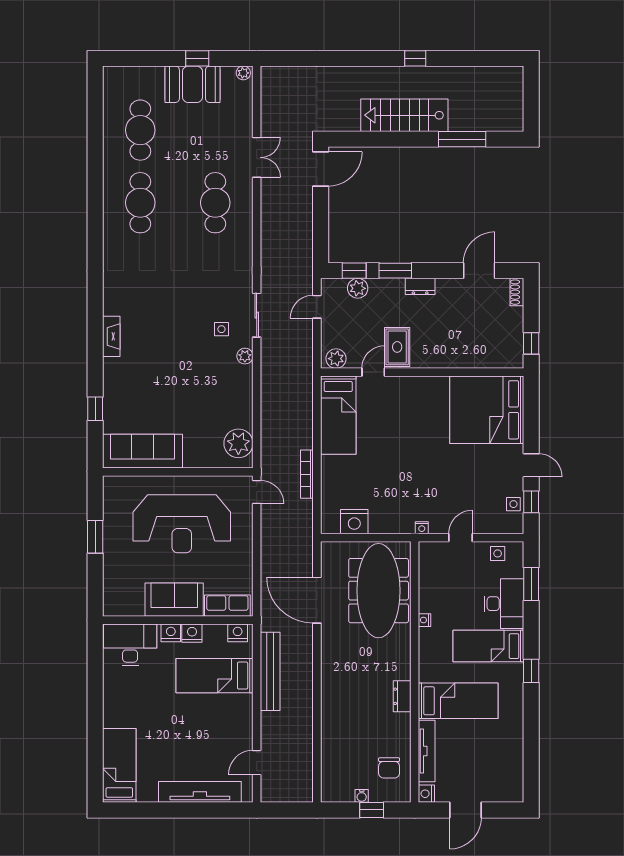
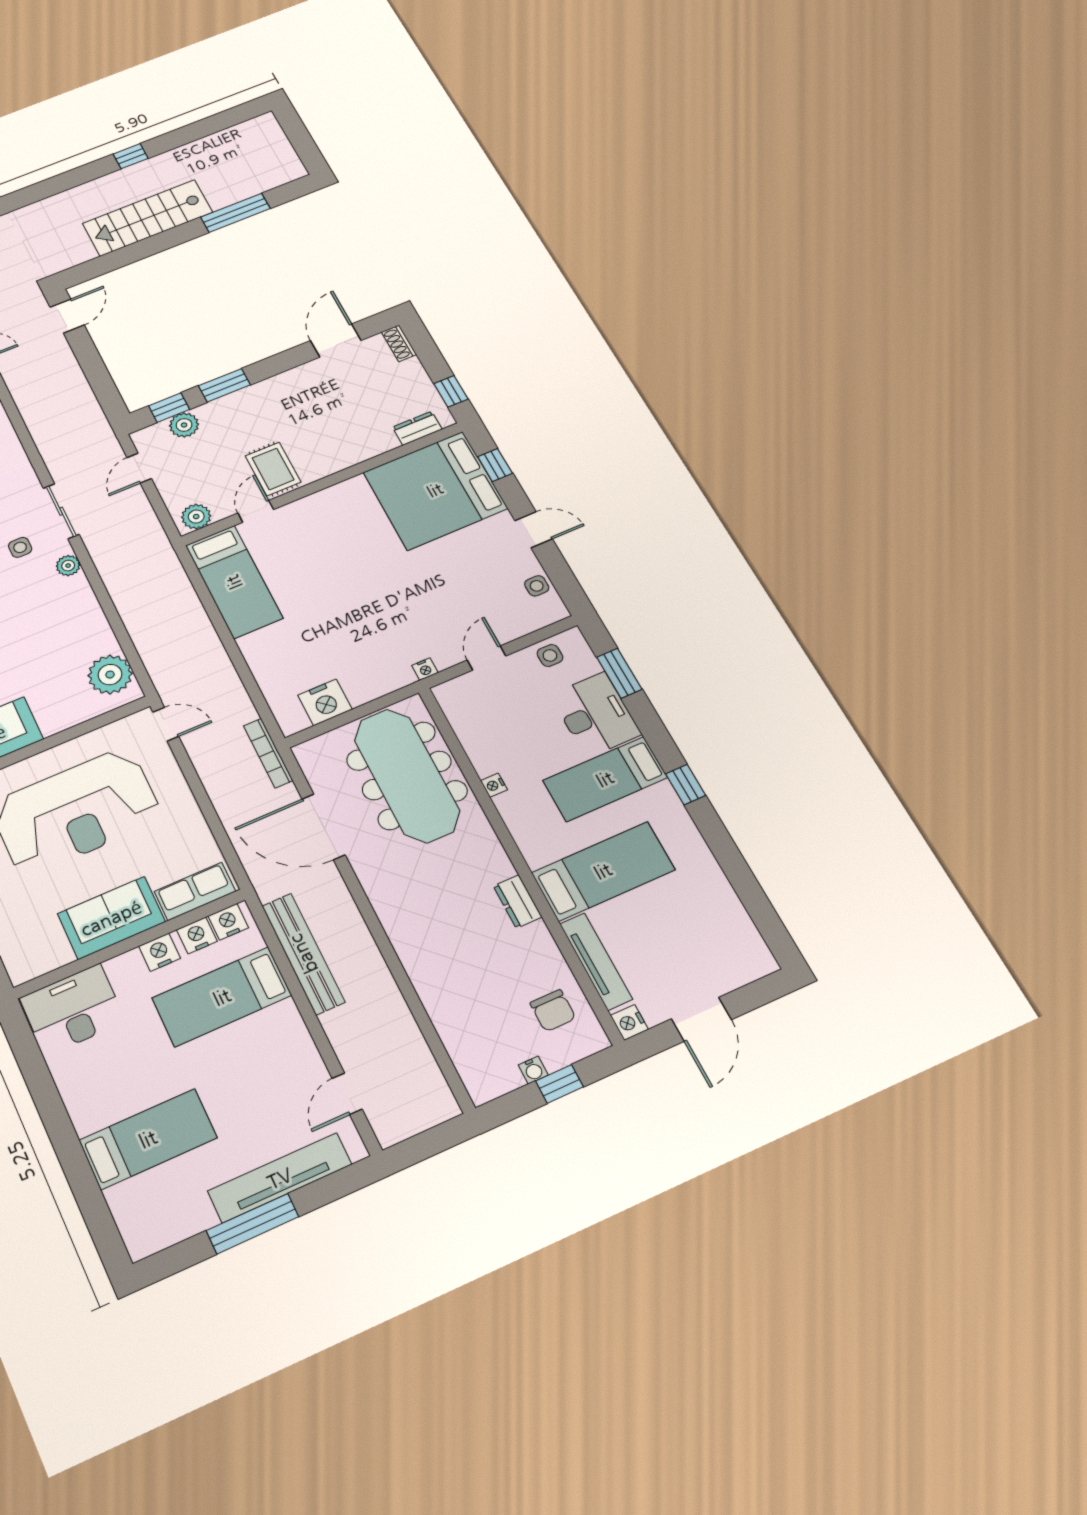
door: (321, 169) -> (67, 316), width x0.73
dresser: (420, 286) -> (417, 428), moved, turned 180
bookcase: (307, 474) -> (268, 753), moved
window: (531, 502) -> (495, 465), moved
nightstand: (171, 633) -> (197, 936), moved
bed: (119, 765) -> (148, 1139), moved, turned 90
window: (174, 810) -> (252, 1224), added

